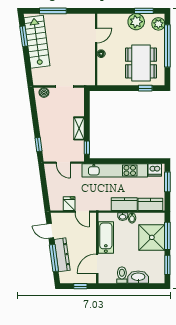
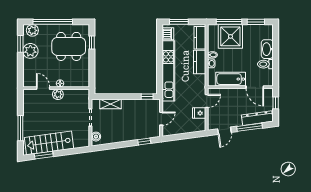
plant: (89, 51) -> (58, 94), added
shelving: (79, 128) -> (110, 104), moved
dresser: (62, 255) -> (257, 118), moved

